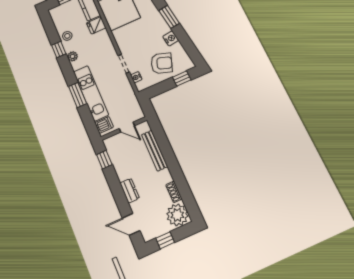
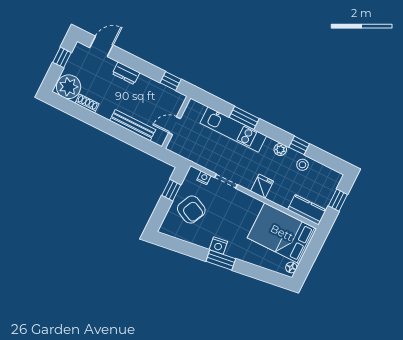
fridge: (96, 25) -> (262, 186), moved
nightstand: (171, 38) -> (218, 246), moved
armchair: (162, 63) -> (191, 210), turned -84
window: (182, 78) -> (171, 190), moved
dishwasher: (104, 125) -> (197, 111), removed

